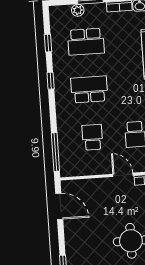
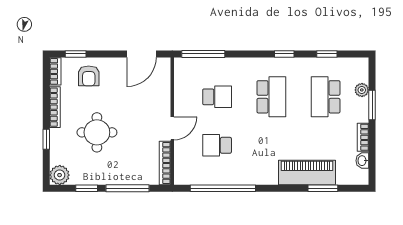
armchair: (82, 251) -> (89, 76), added

